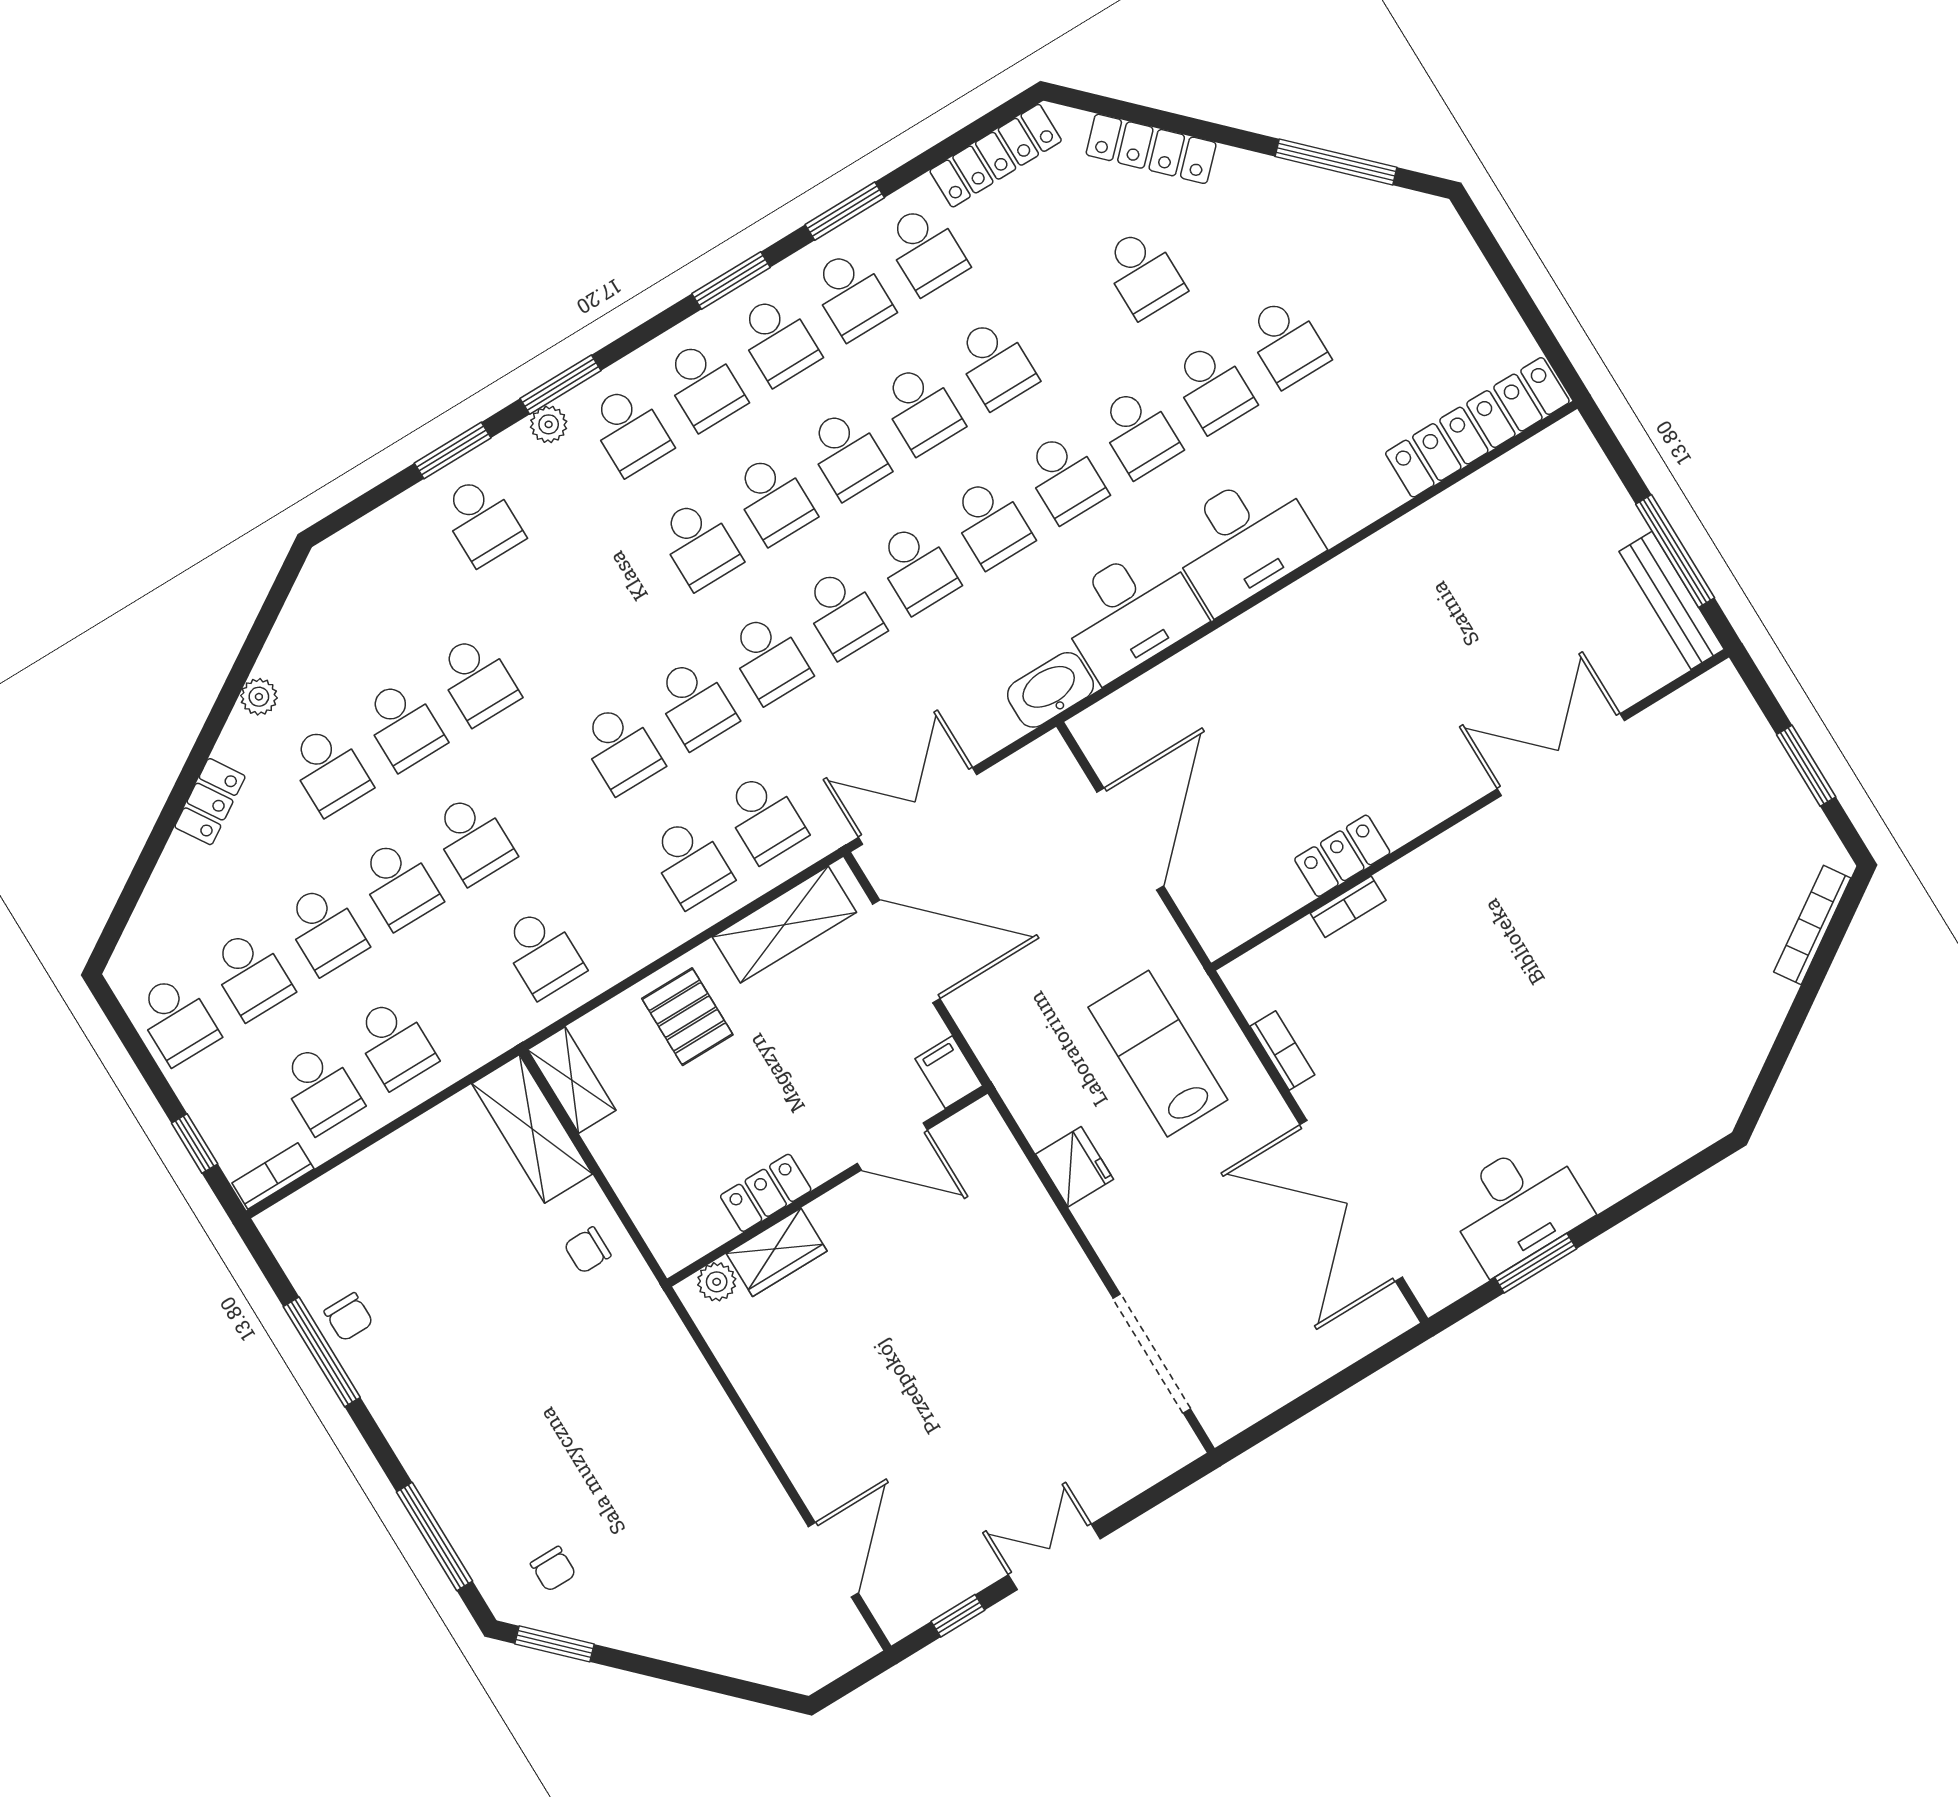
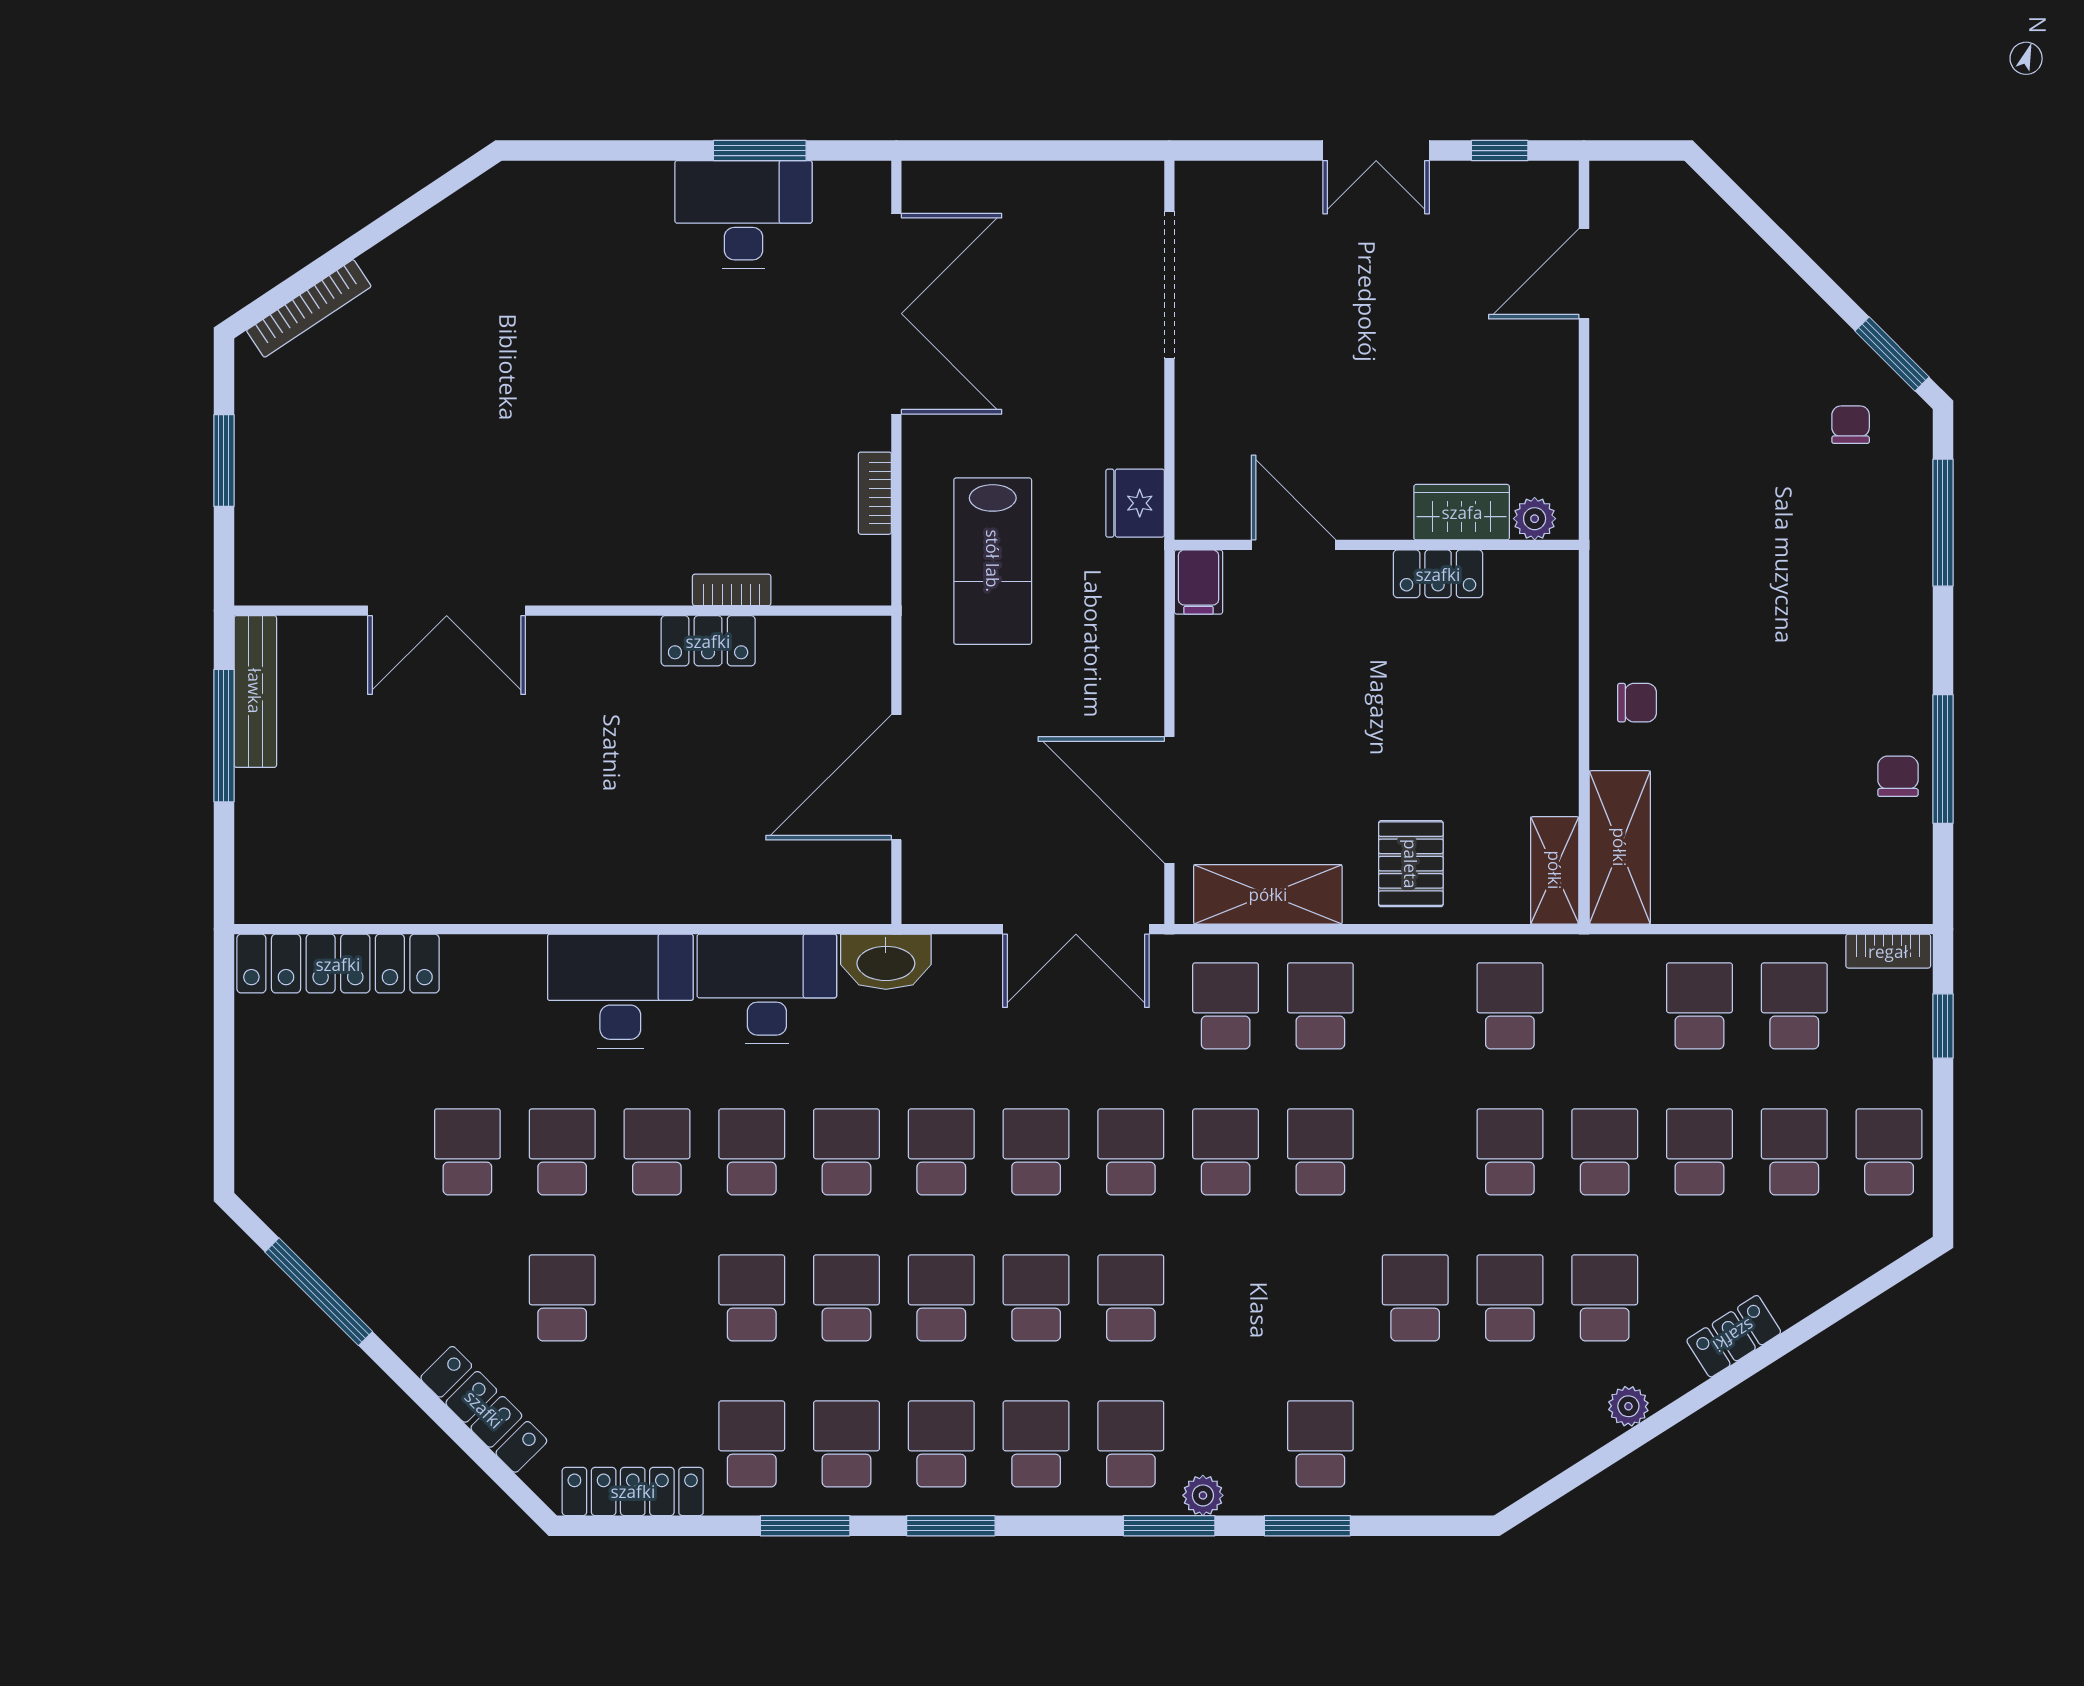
filing cabinet: (949, 1072) -> (1198, 582), moved
door: (892, 1147) -> (1294, 545), moved
wall: (827, 1186) -> (1377, 545), moved
locker: (766, 1193) -> (1438, 574), moved
wardrobe: (777, 1252) -> (1462, 512), moved
plant: (717, 1282) -> (1535, 519), moved

